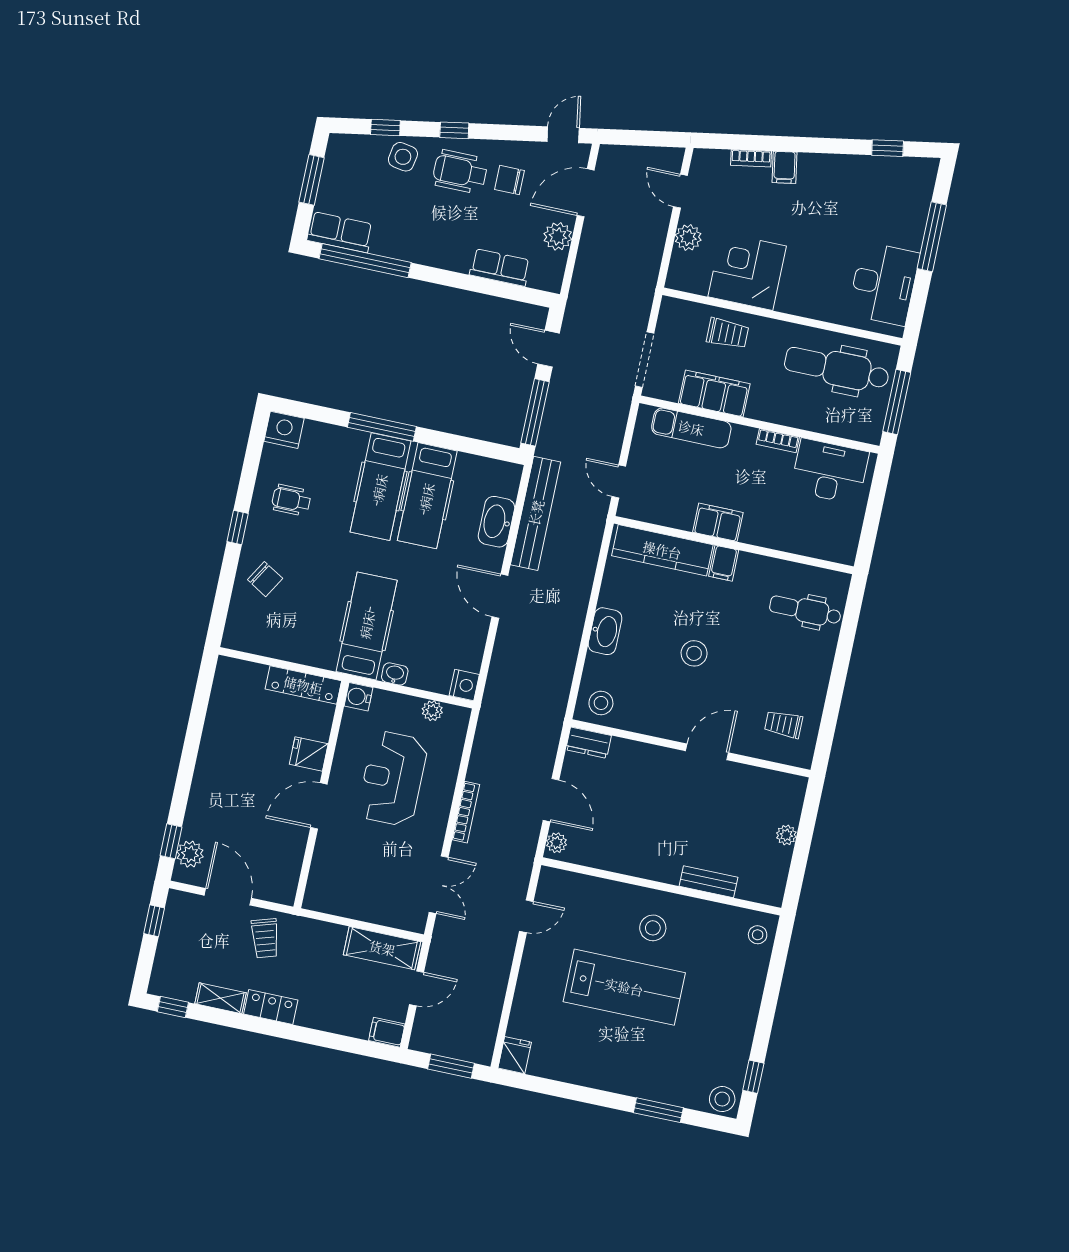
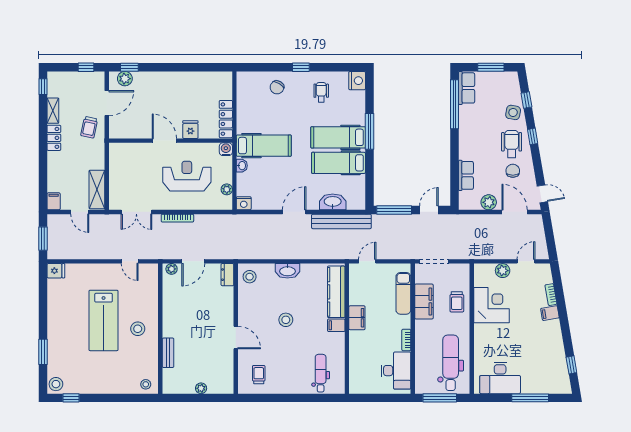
trolley: (265, 938) -> (89, 127), turned -61

